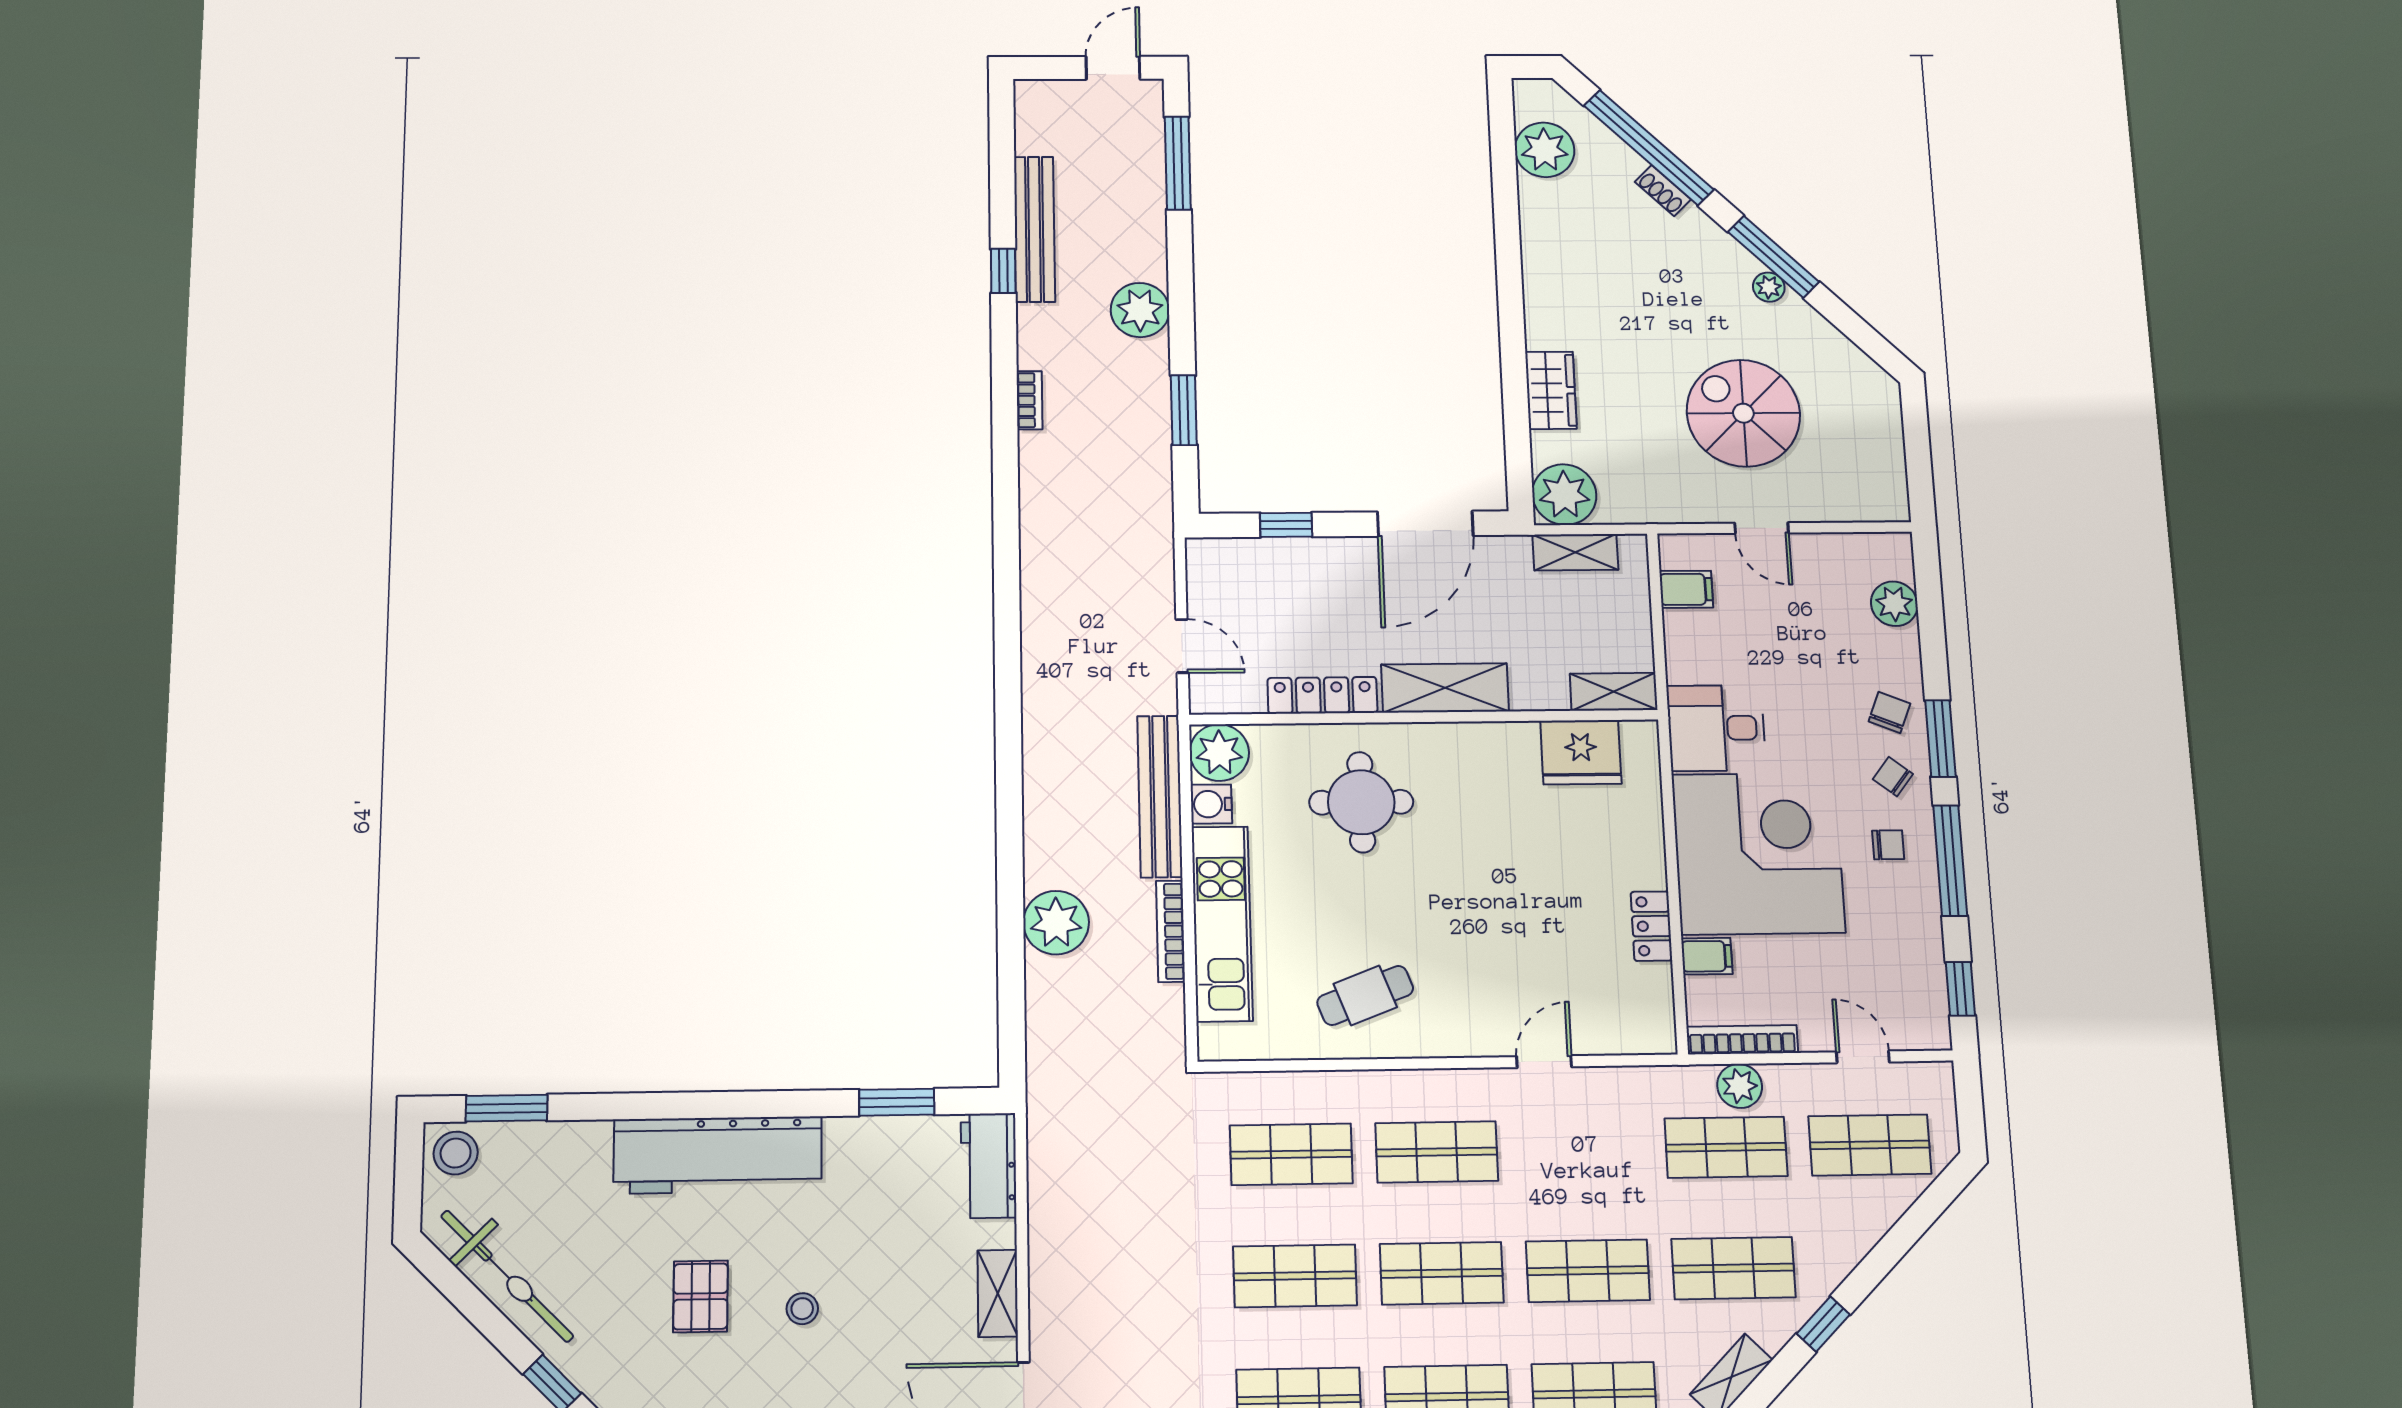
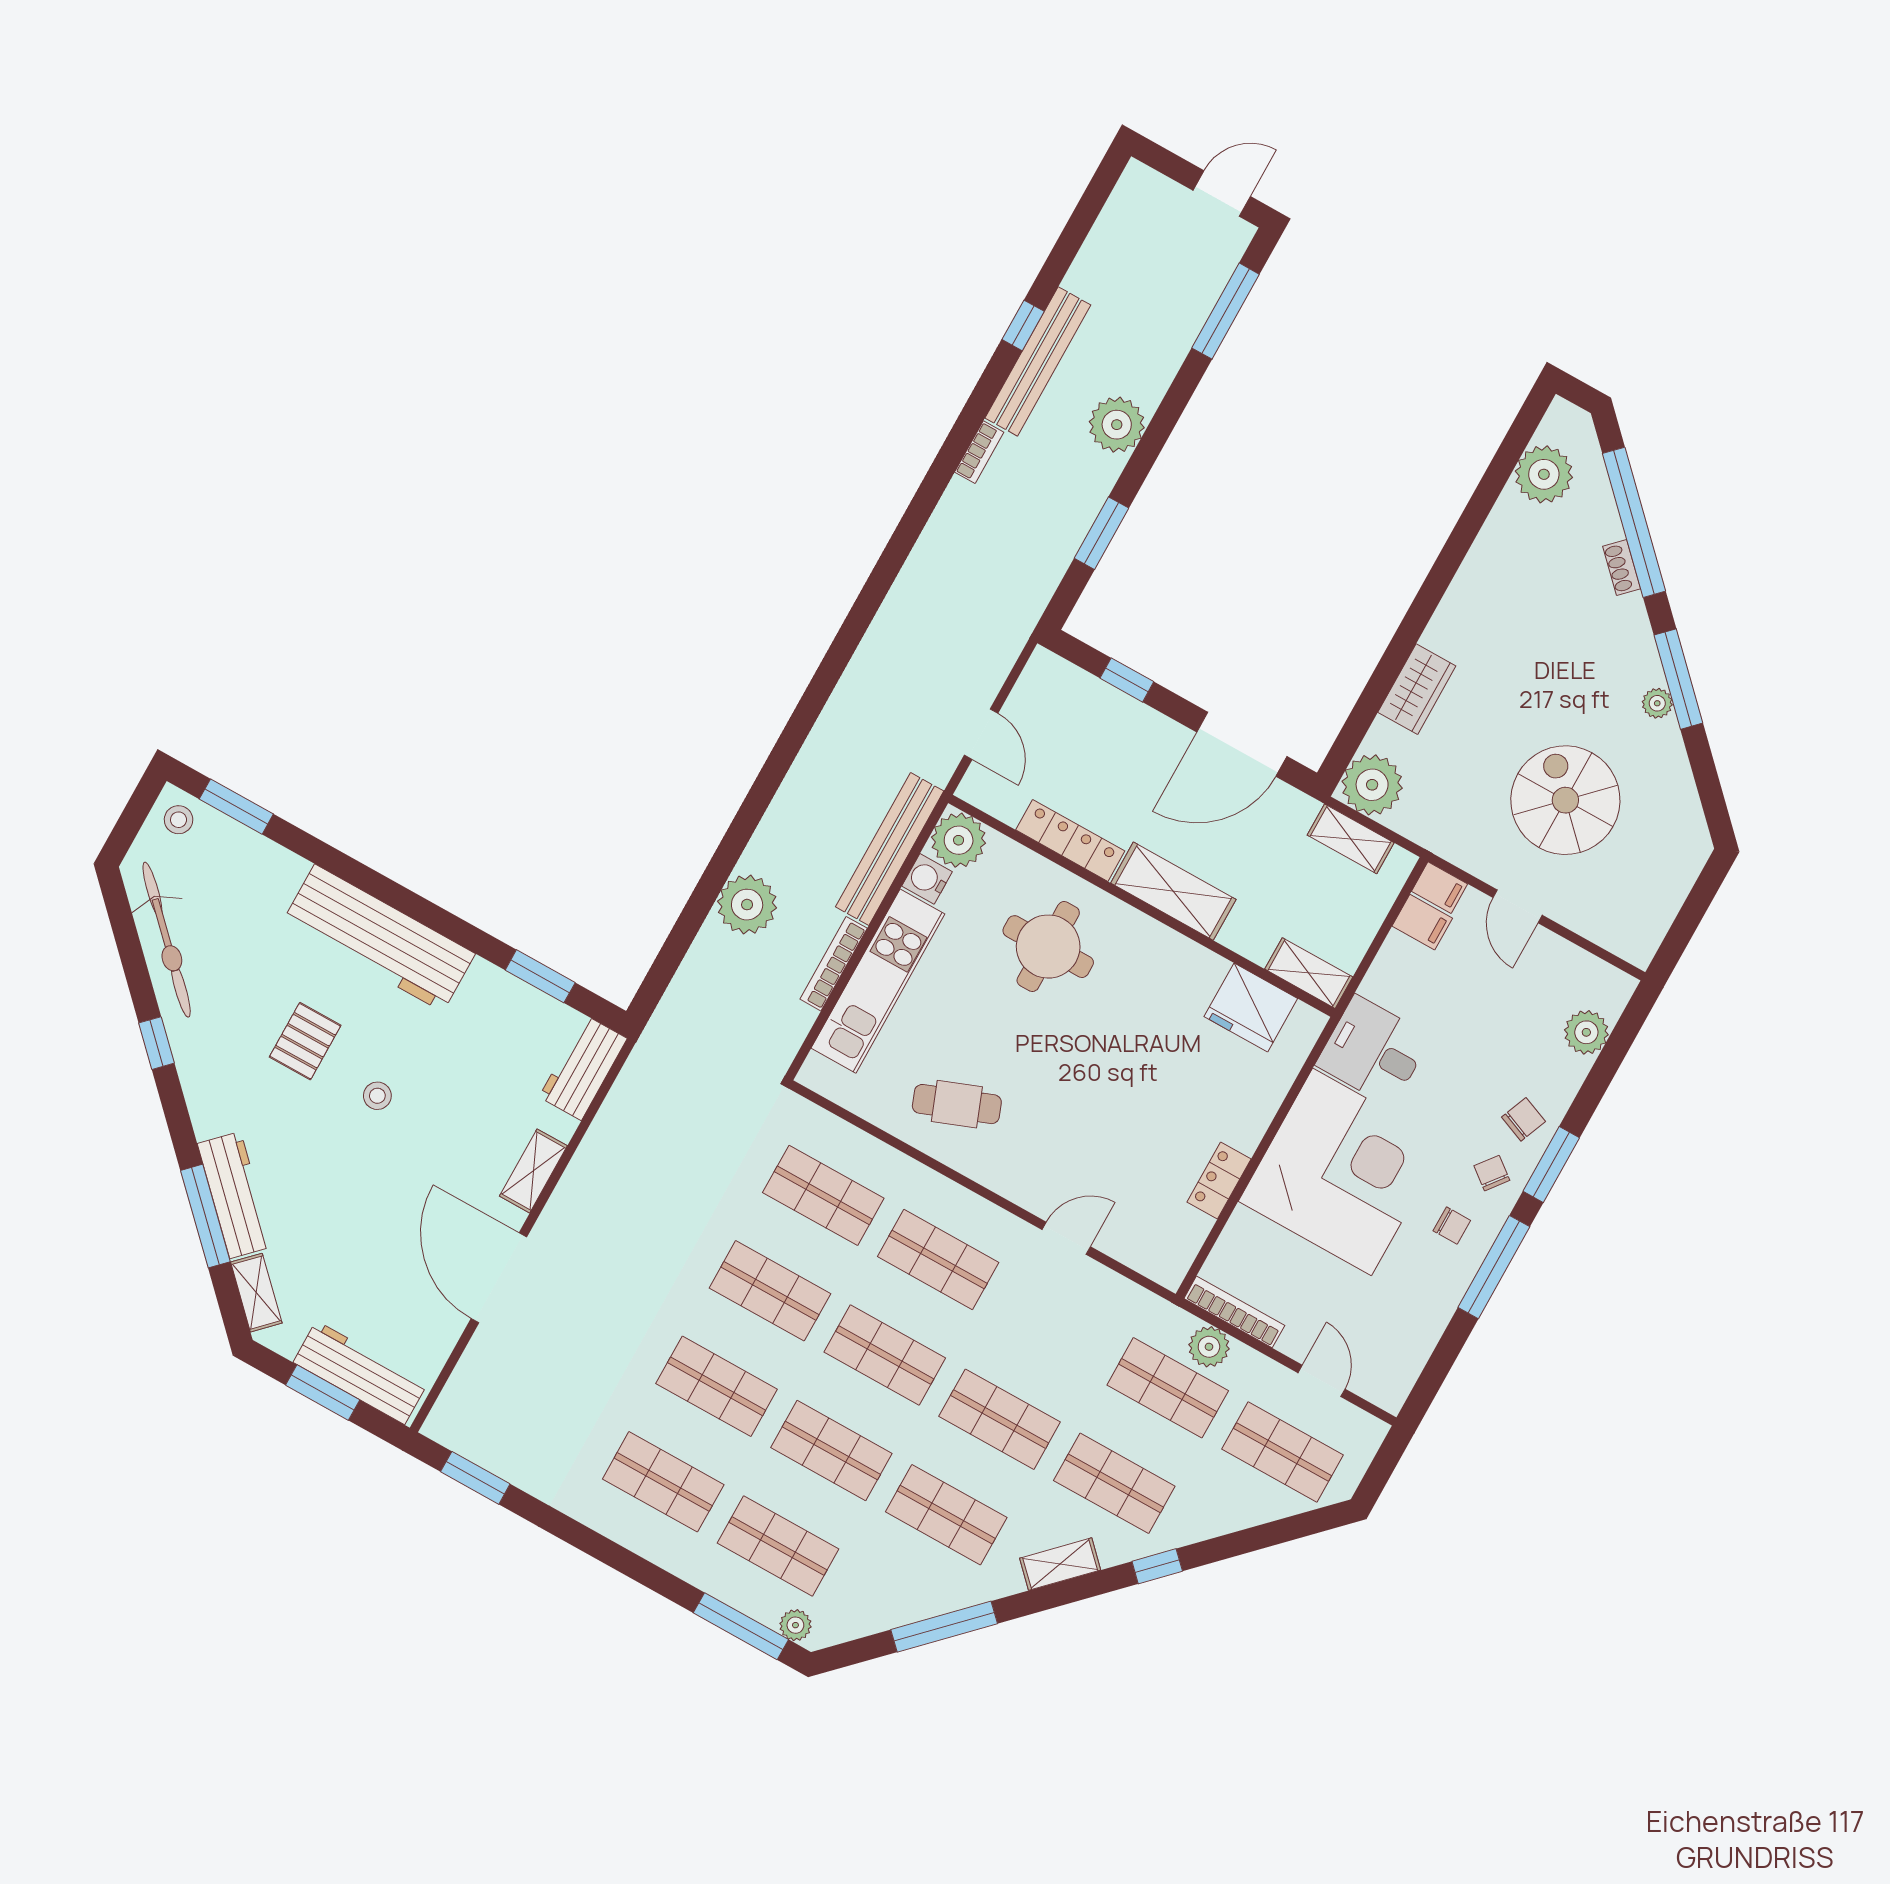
bench: (1034, 229) -> (1038, 361), moved
filing cabinet: (1707, 956) -> (1440, 888), moved
window: (1960, 989) -> (1435, 1373), removed
stool: (456, 1153) -> (179, 820), width x0.73, depth x0.73

